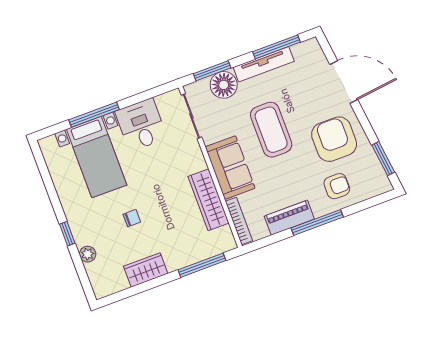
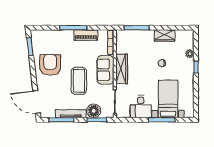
door: (344, 82) -> (37, 102), moved
armchair: (334, 139) -> (50, 65), turned 180
armchair: (337, 186) -> (57, 42), removed
wardrobe: (208, 200) -> (122, 69), moved

